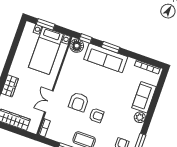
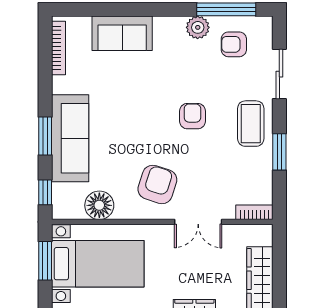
window: (46, 24) -> (45, 261), moved
floor lamp: (77, 46) -> (99, 205), moved
armchair: (79, 102) -> (157, 184), moved, turned -72
plant: (140, 117) -> (198, 27), moved

